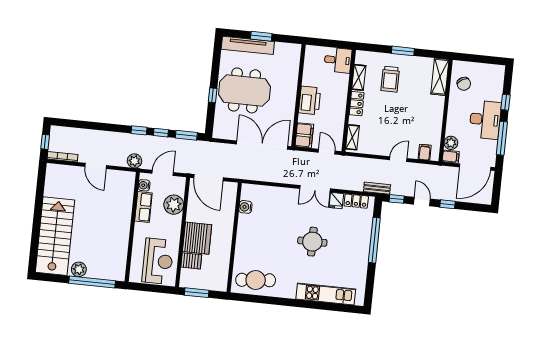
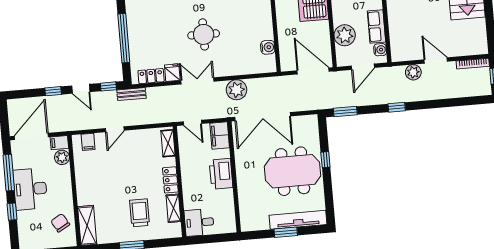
window: (161, 133) -> (373, 109), removed
plant: (134, 161) -> (413, 72), moved
plant: (281, 174) -> (237, 90), added
round table: (312, 242) -> (204, 34), moved

